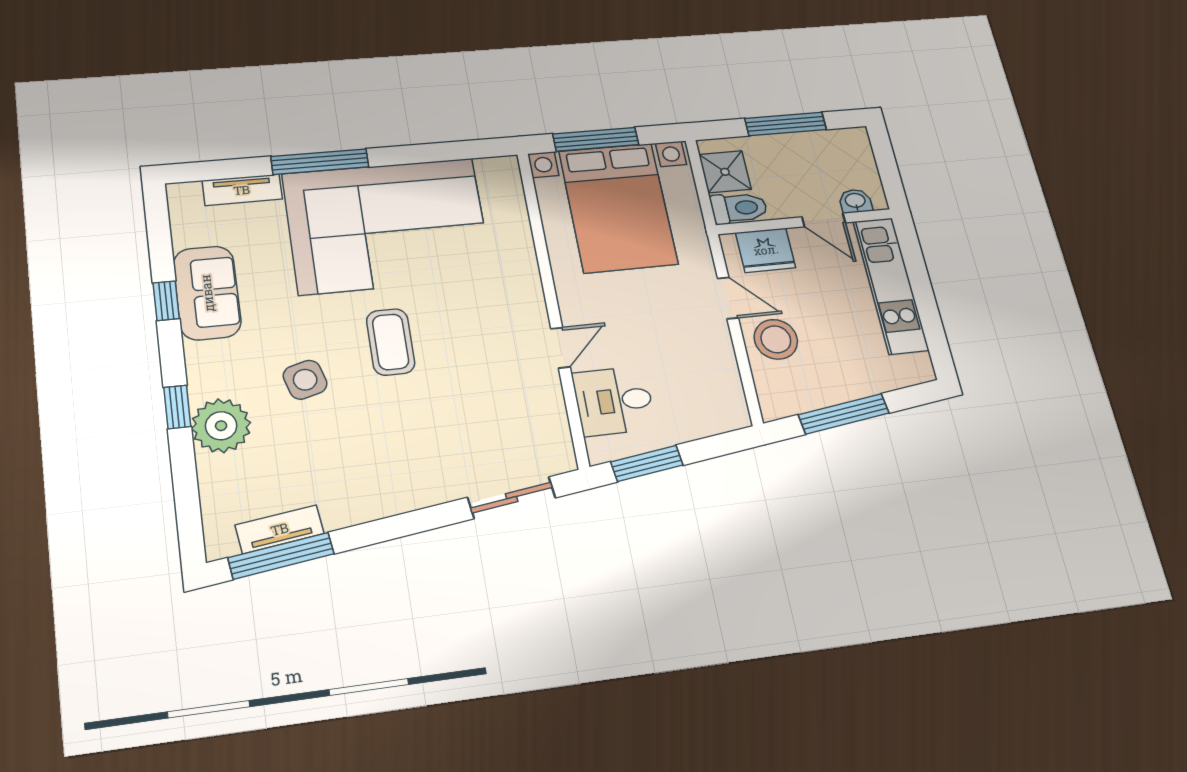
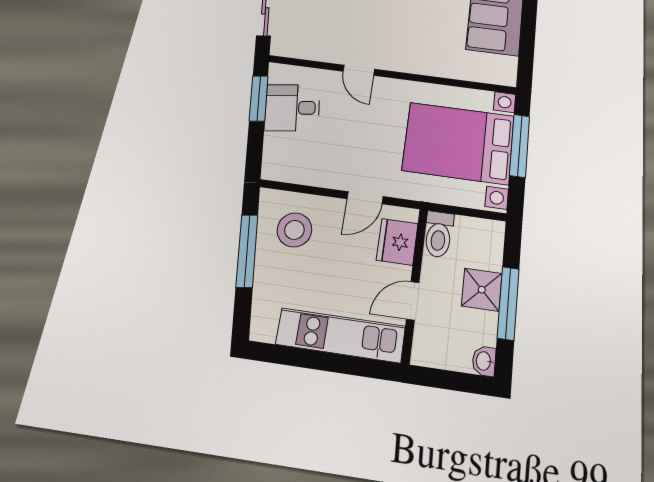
shower: (725, 172) -> (482, 290), moved
washbasin: (855, 201) -> (484, 361), moved, turned 180
stool: (776, 339) -> (294, 230), moved
desk: (614, 401) -> (292, 108), moved, turned -98

